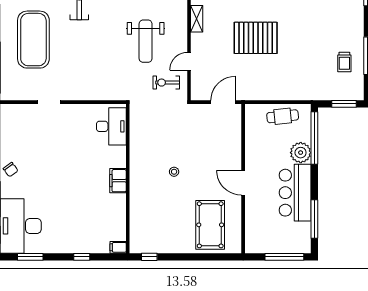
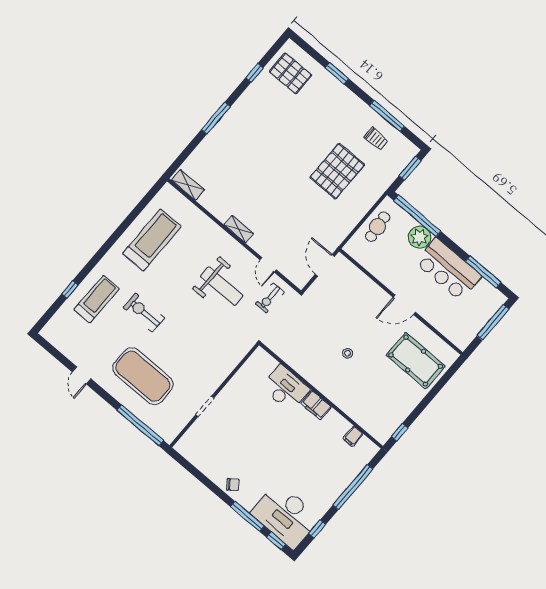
pallet: (256, 38) -> (337, 171), moved
desk: (111, 126) -> (285, 388), moved
filing cabinet: (118, 247) -> (353, 436), moved
window: (30, 257) -> (317, 529), width x0.67
window: (82, 257) -> (353, 487), width x3.17

